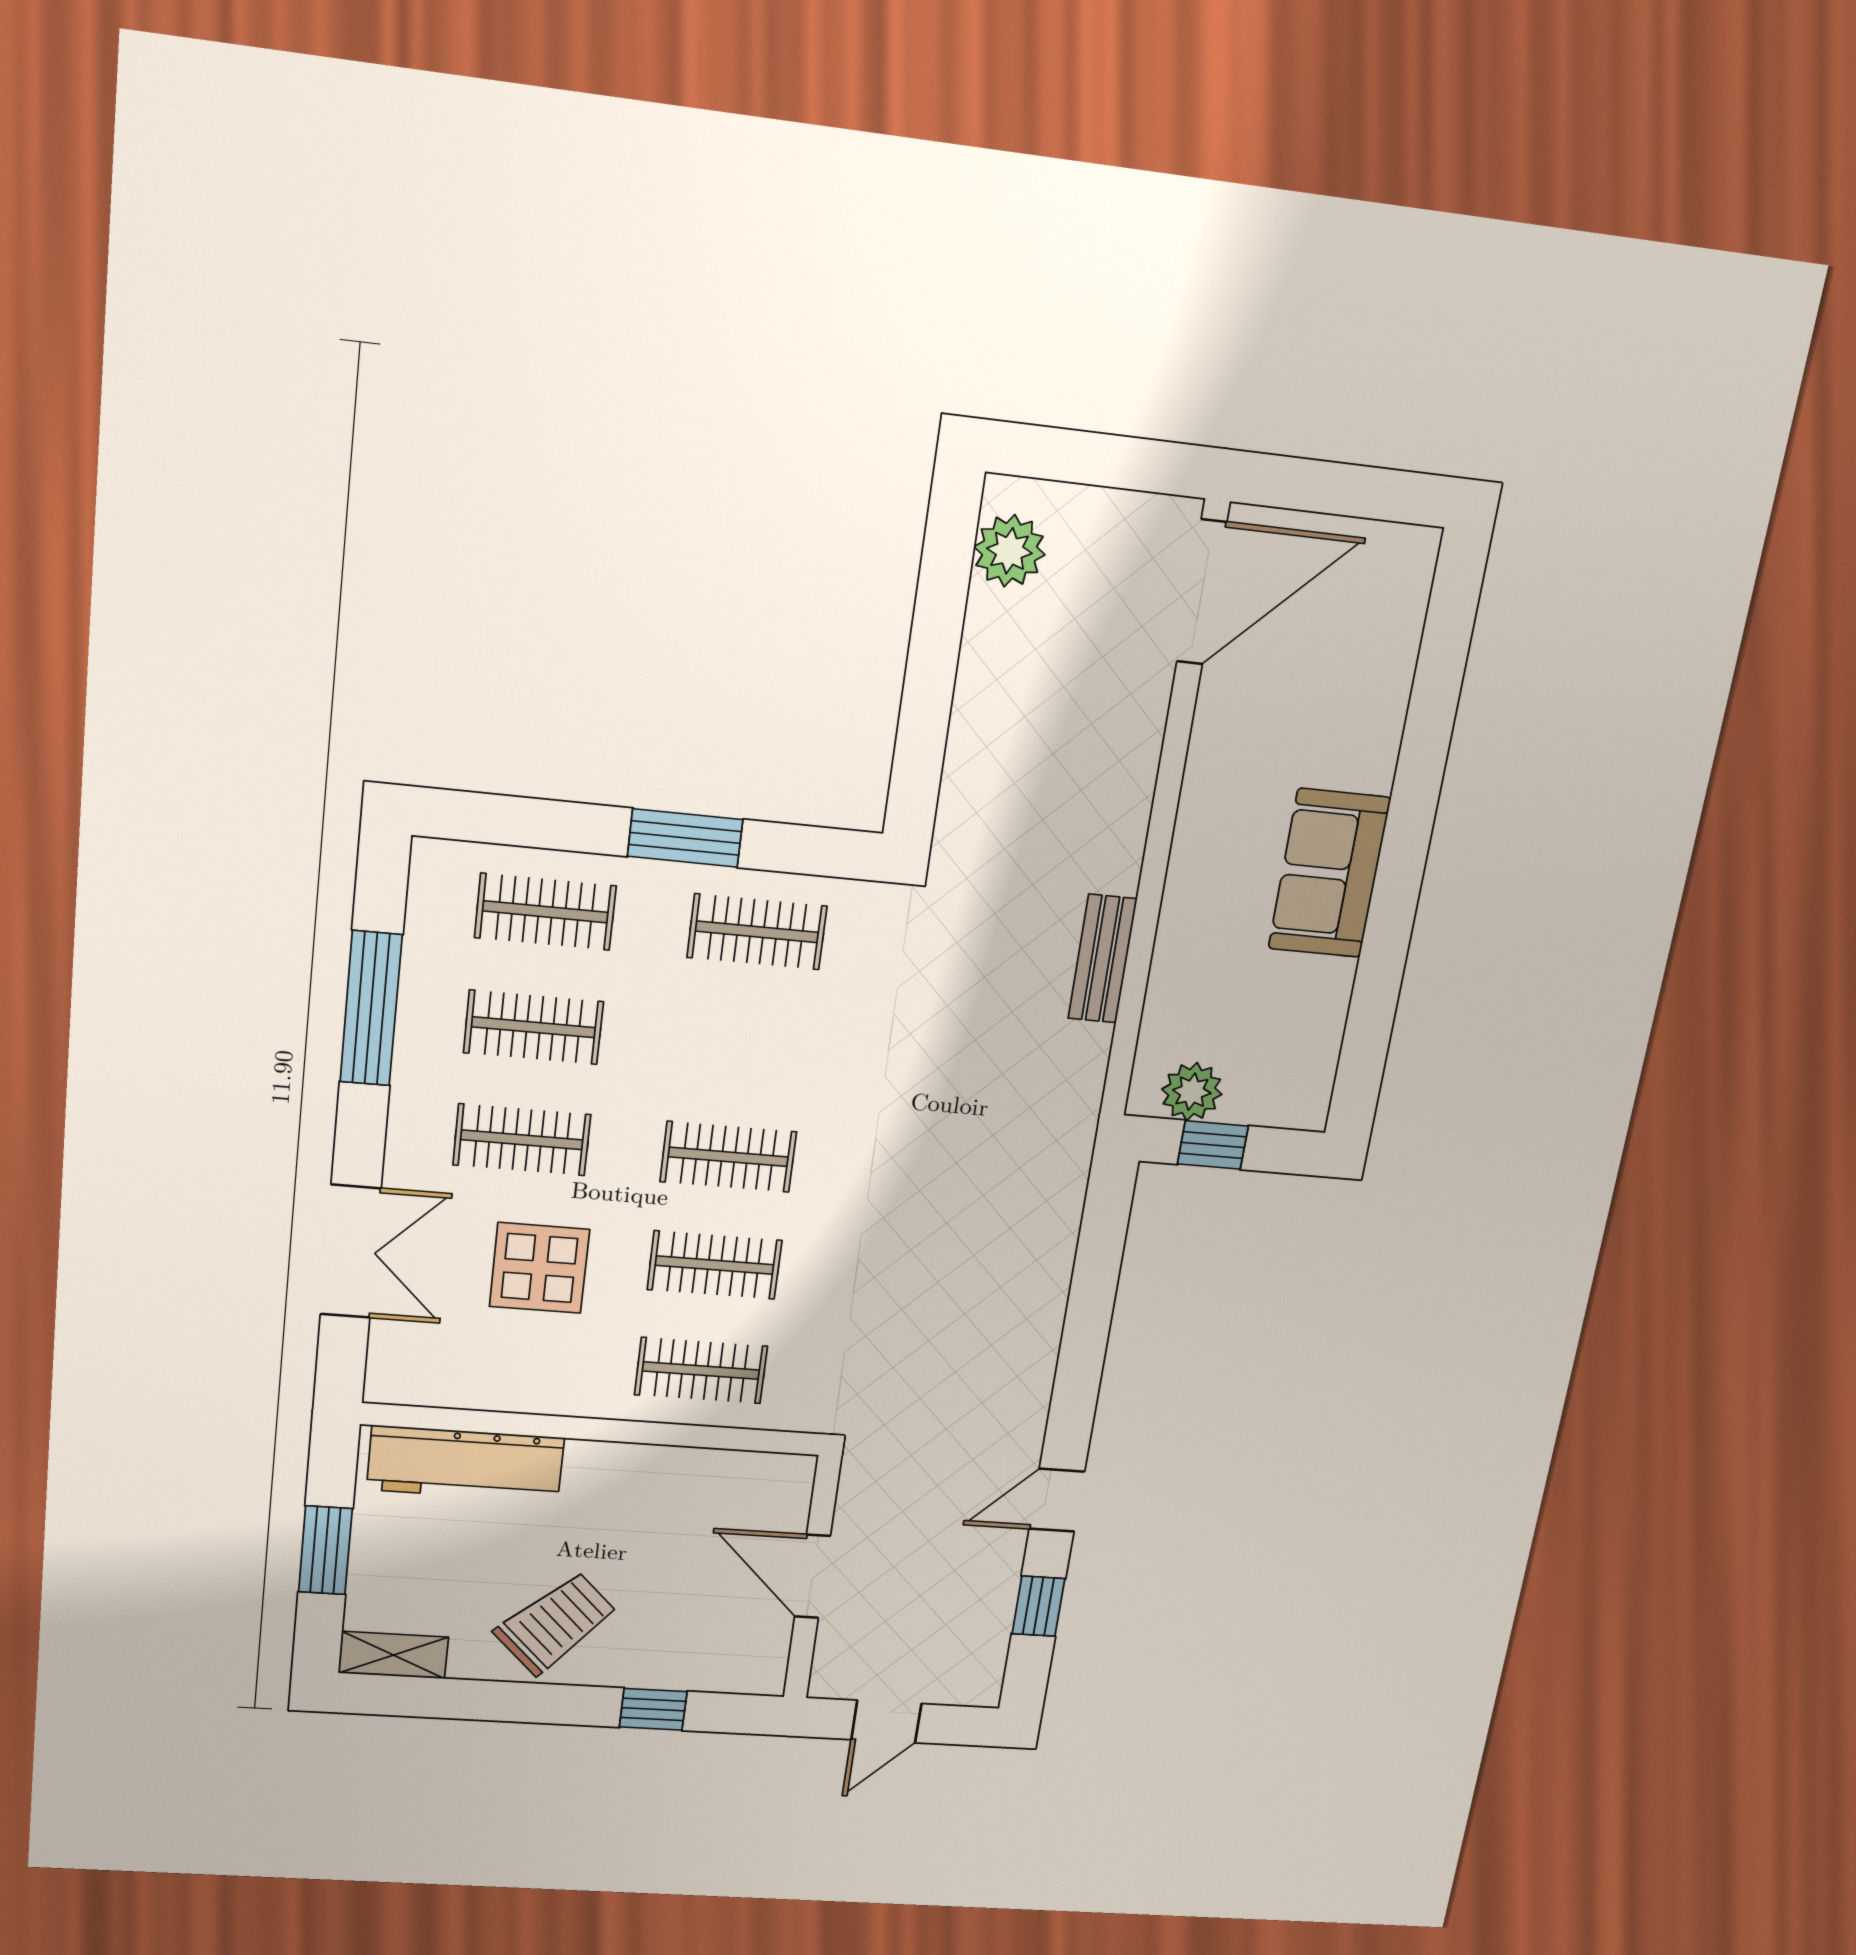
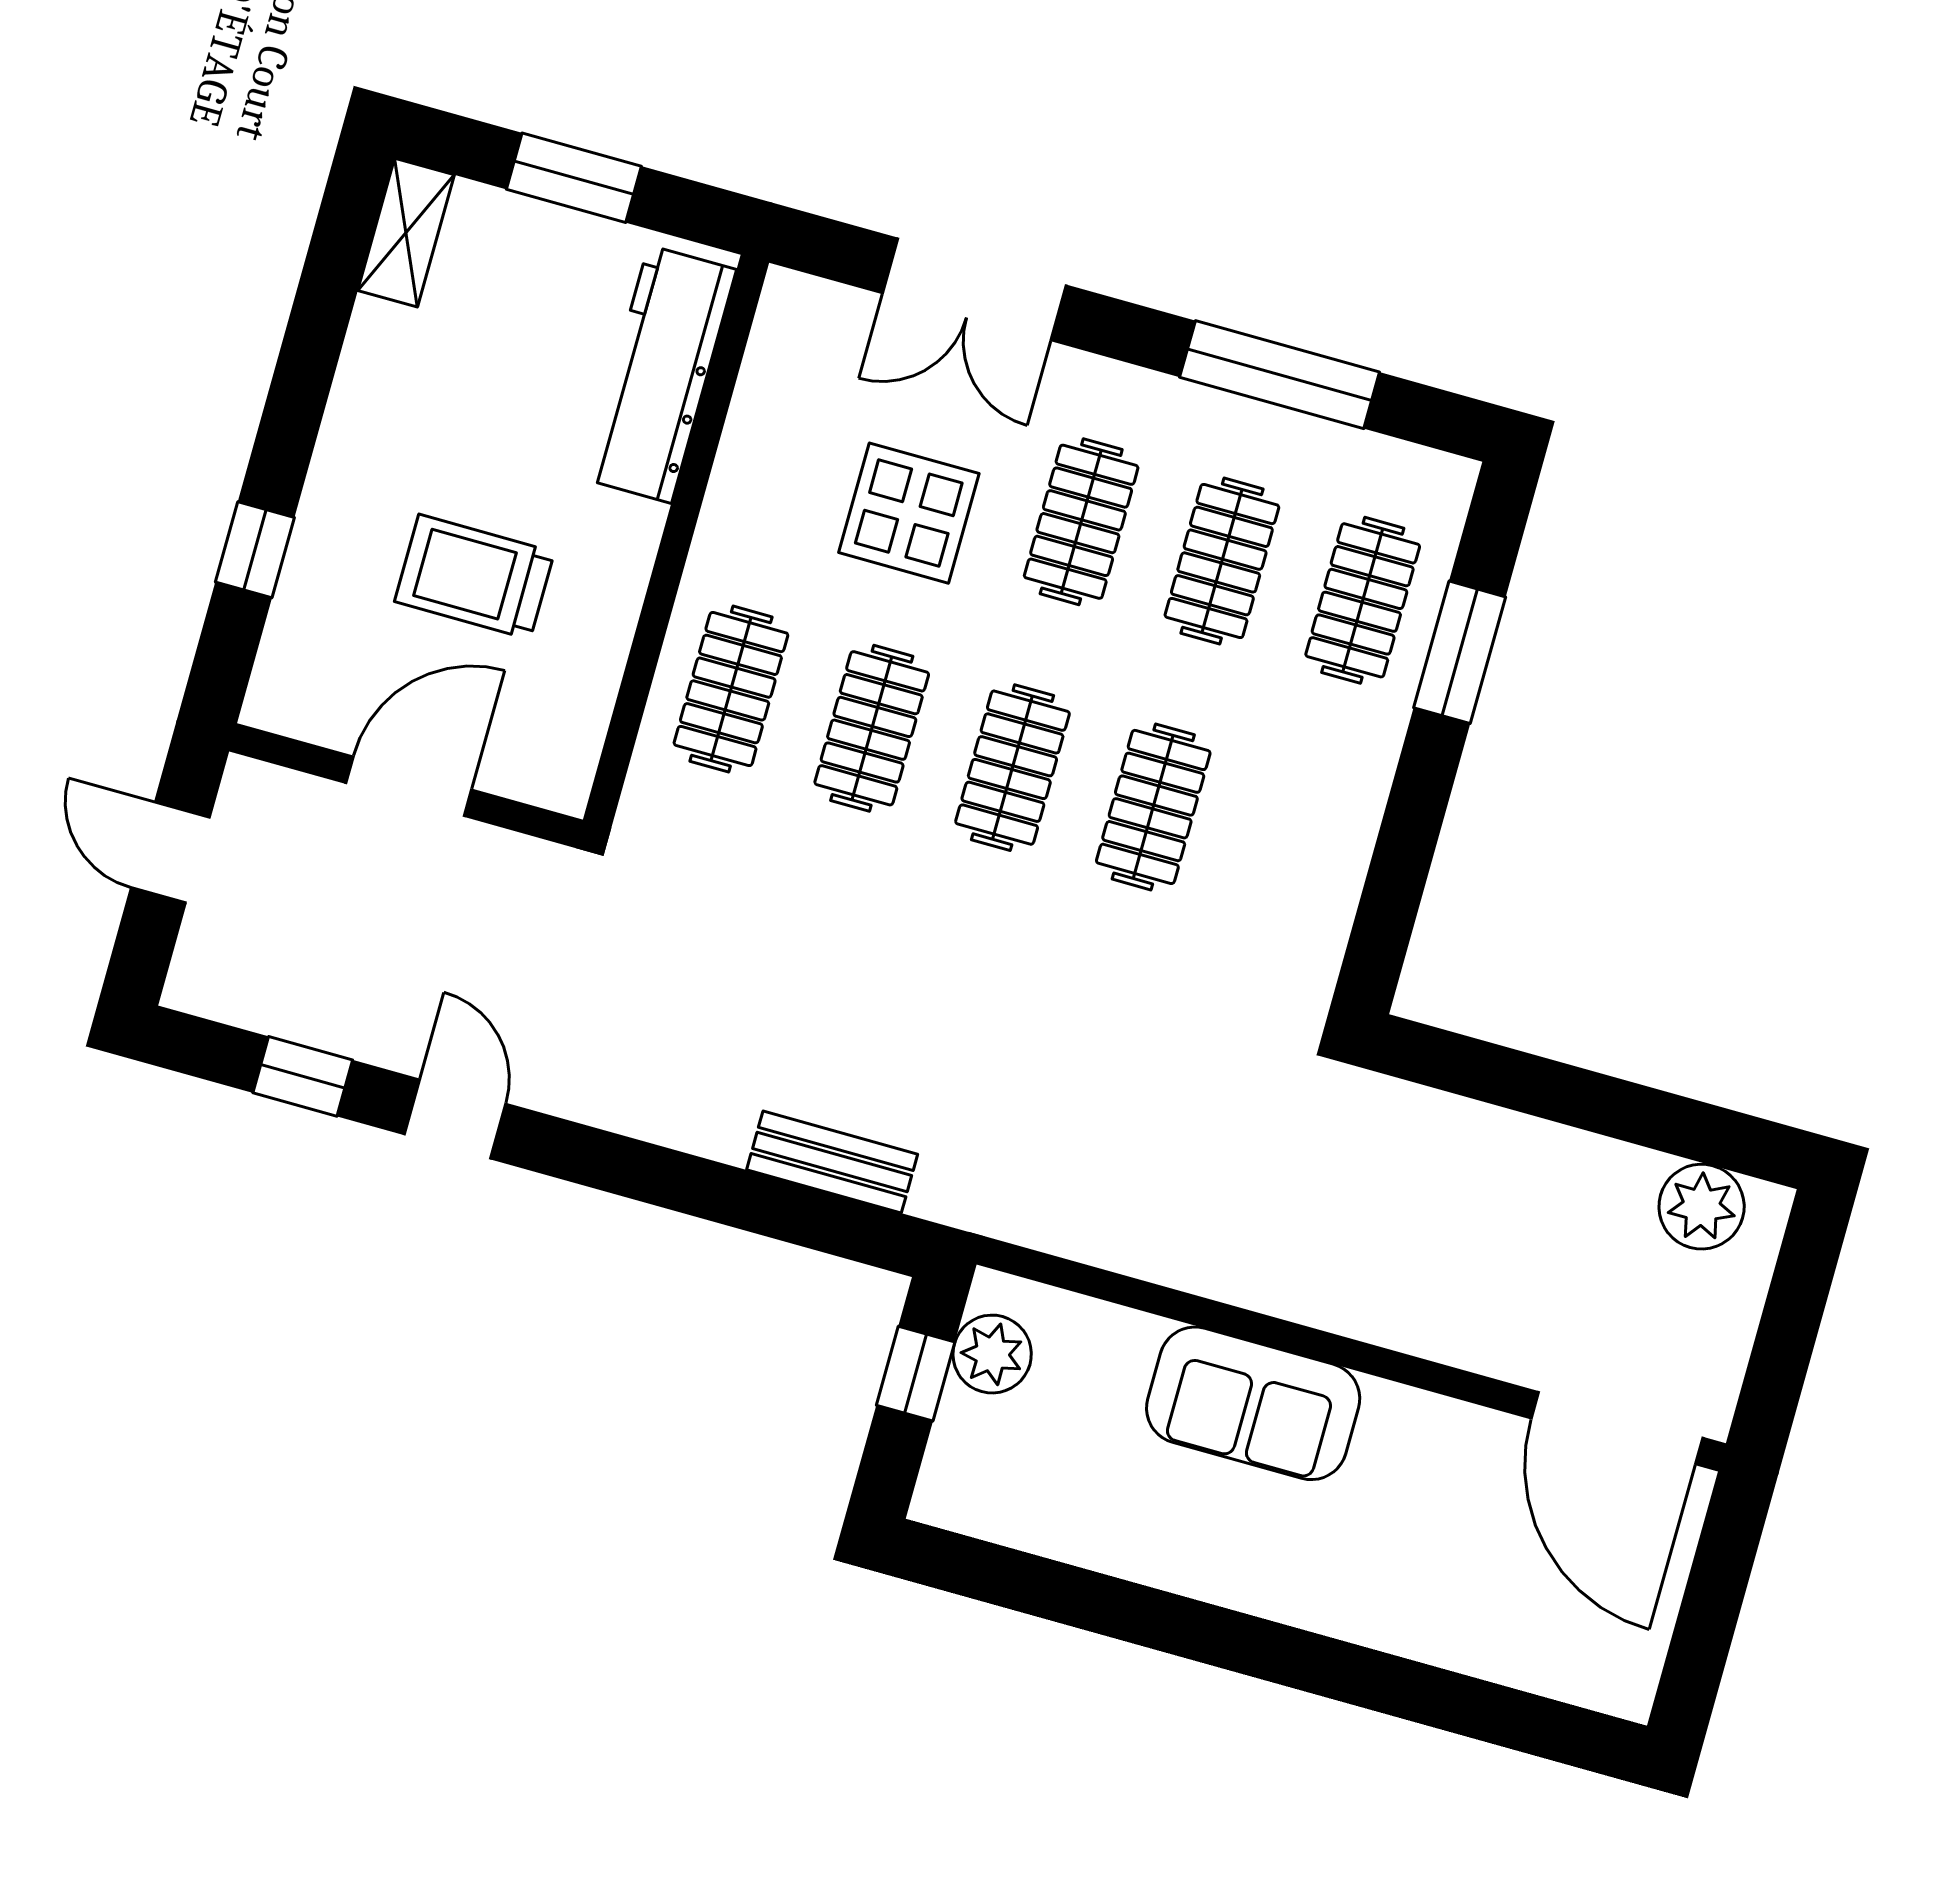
window: (685, 838) -> (1460, 652), moved
sofa: (1329, 873) -> (1253, 1403), moved, turned 180
clothes rail: (757, 932) -> (1153, 807), moved
bench: (1102, 959) -> (832, 1162), moved
trolley: (556, 1623) -> (474, 577), moved, turned 135

